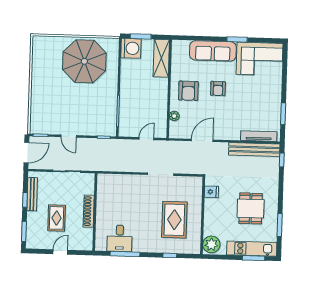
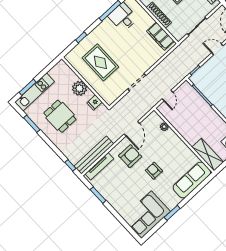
sofa: (213, 51) -> (192, 180), moved
armchair: (188, 91) -> (130, 156), moved, turned 90
filing cabinet: (104, 193) -> (160, 36), added
plant: (211, 244) -> (79, 88), moved

